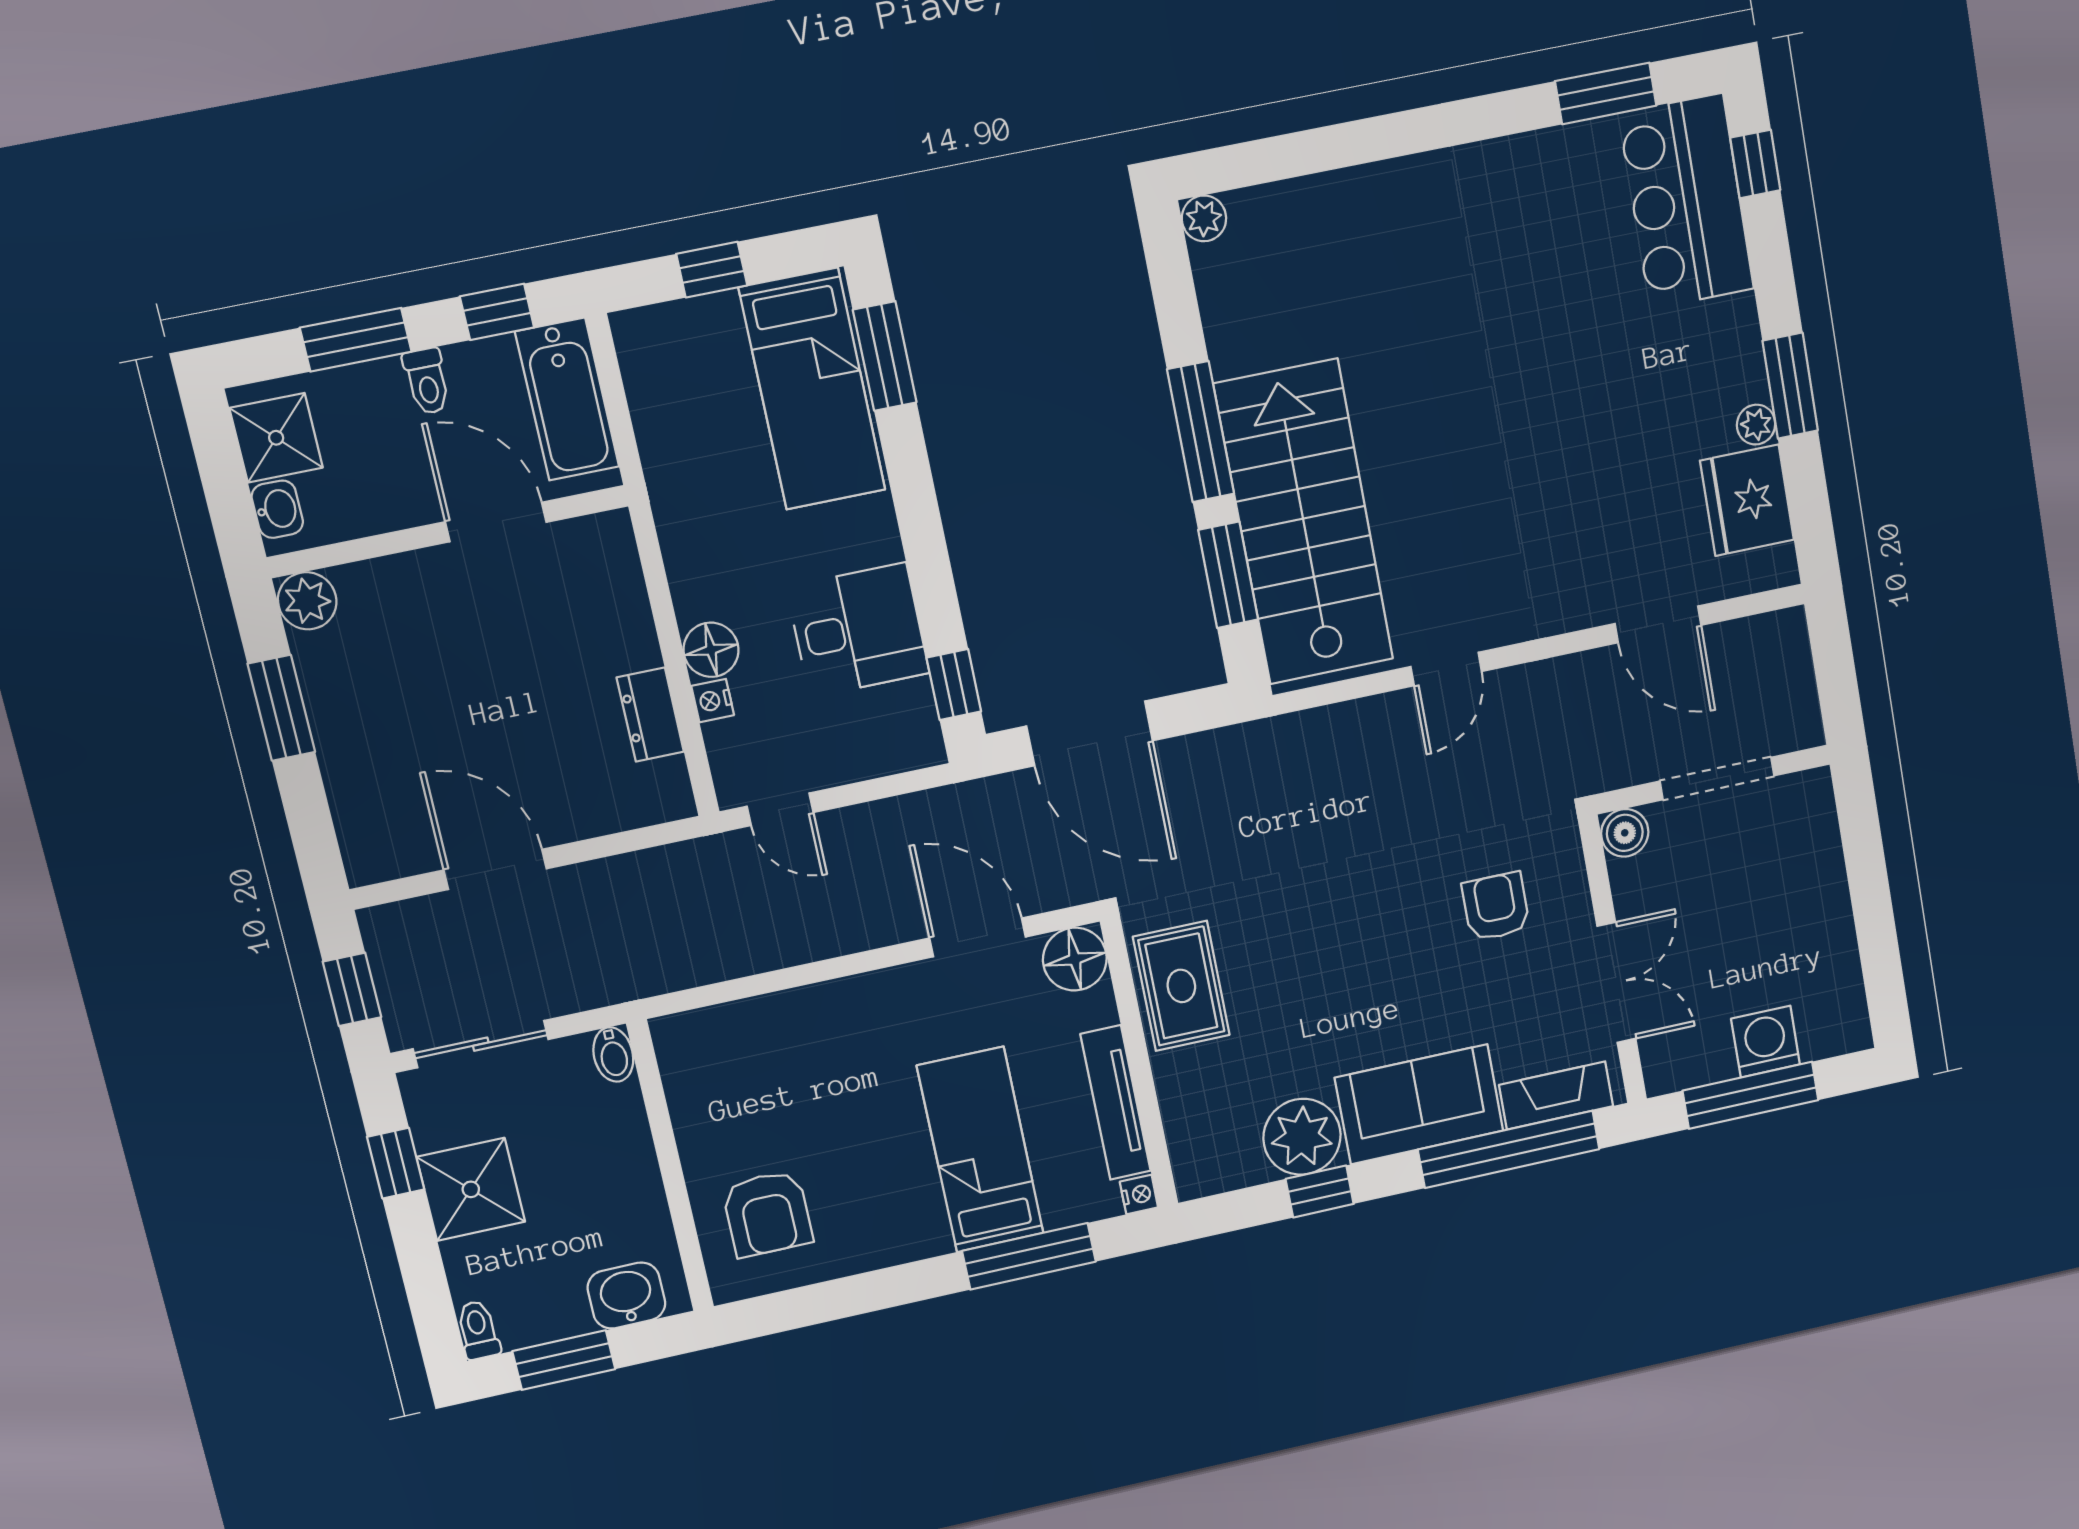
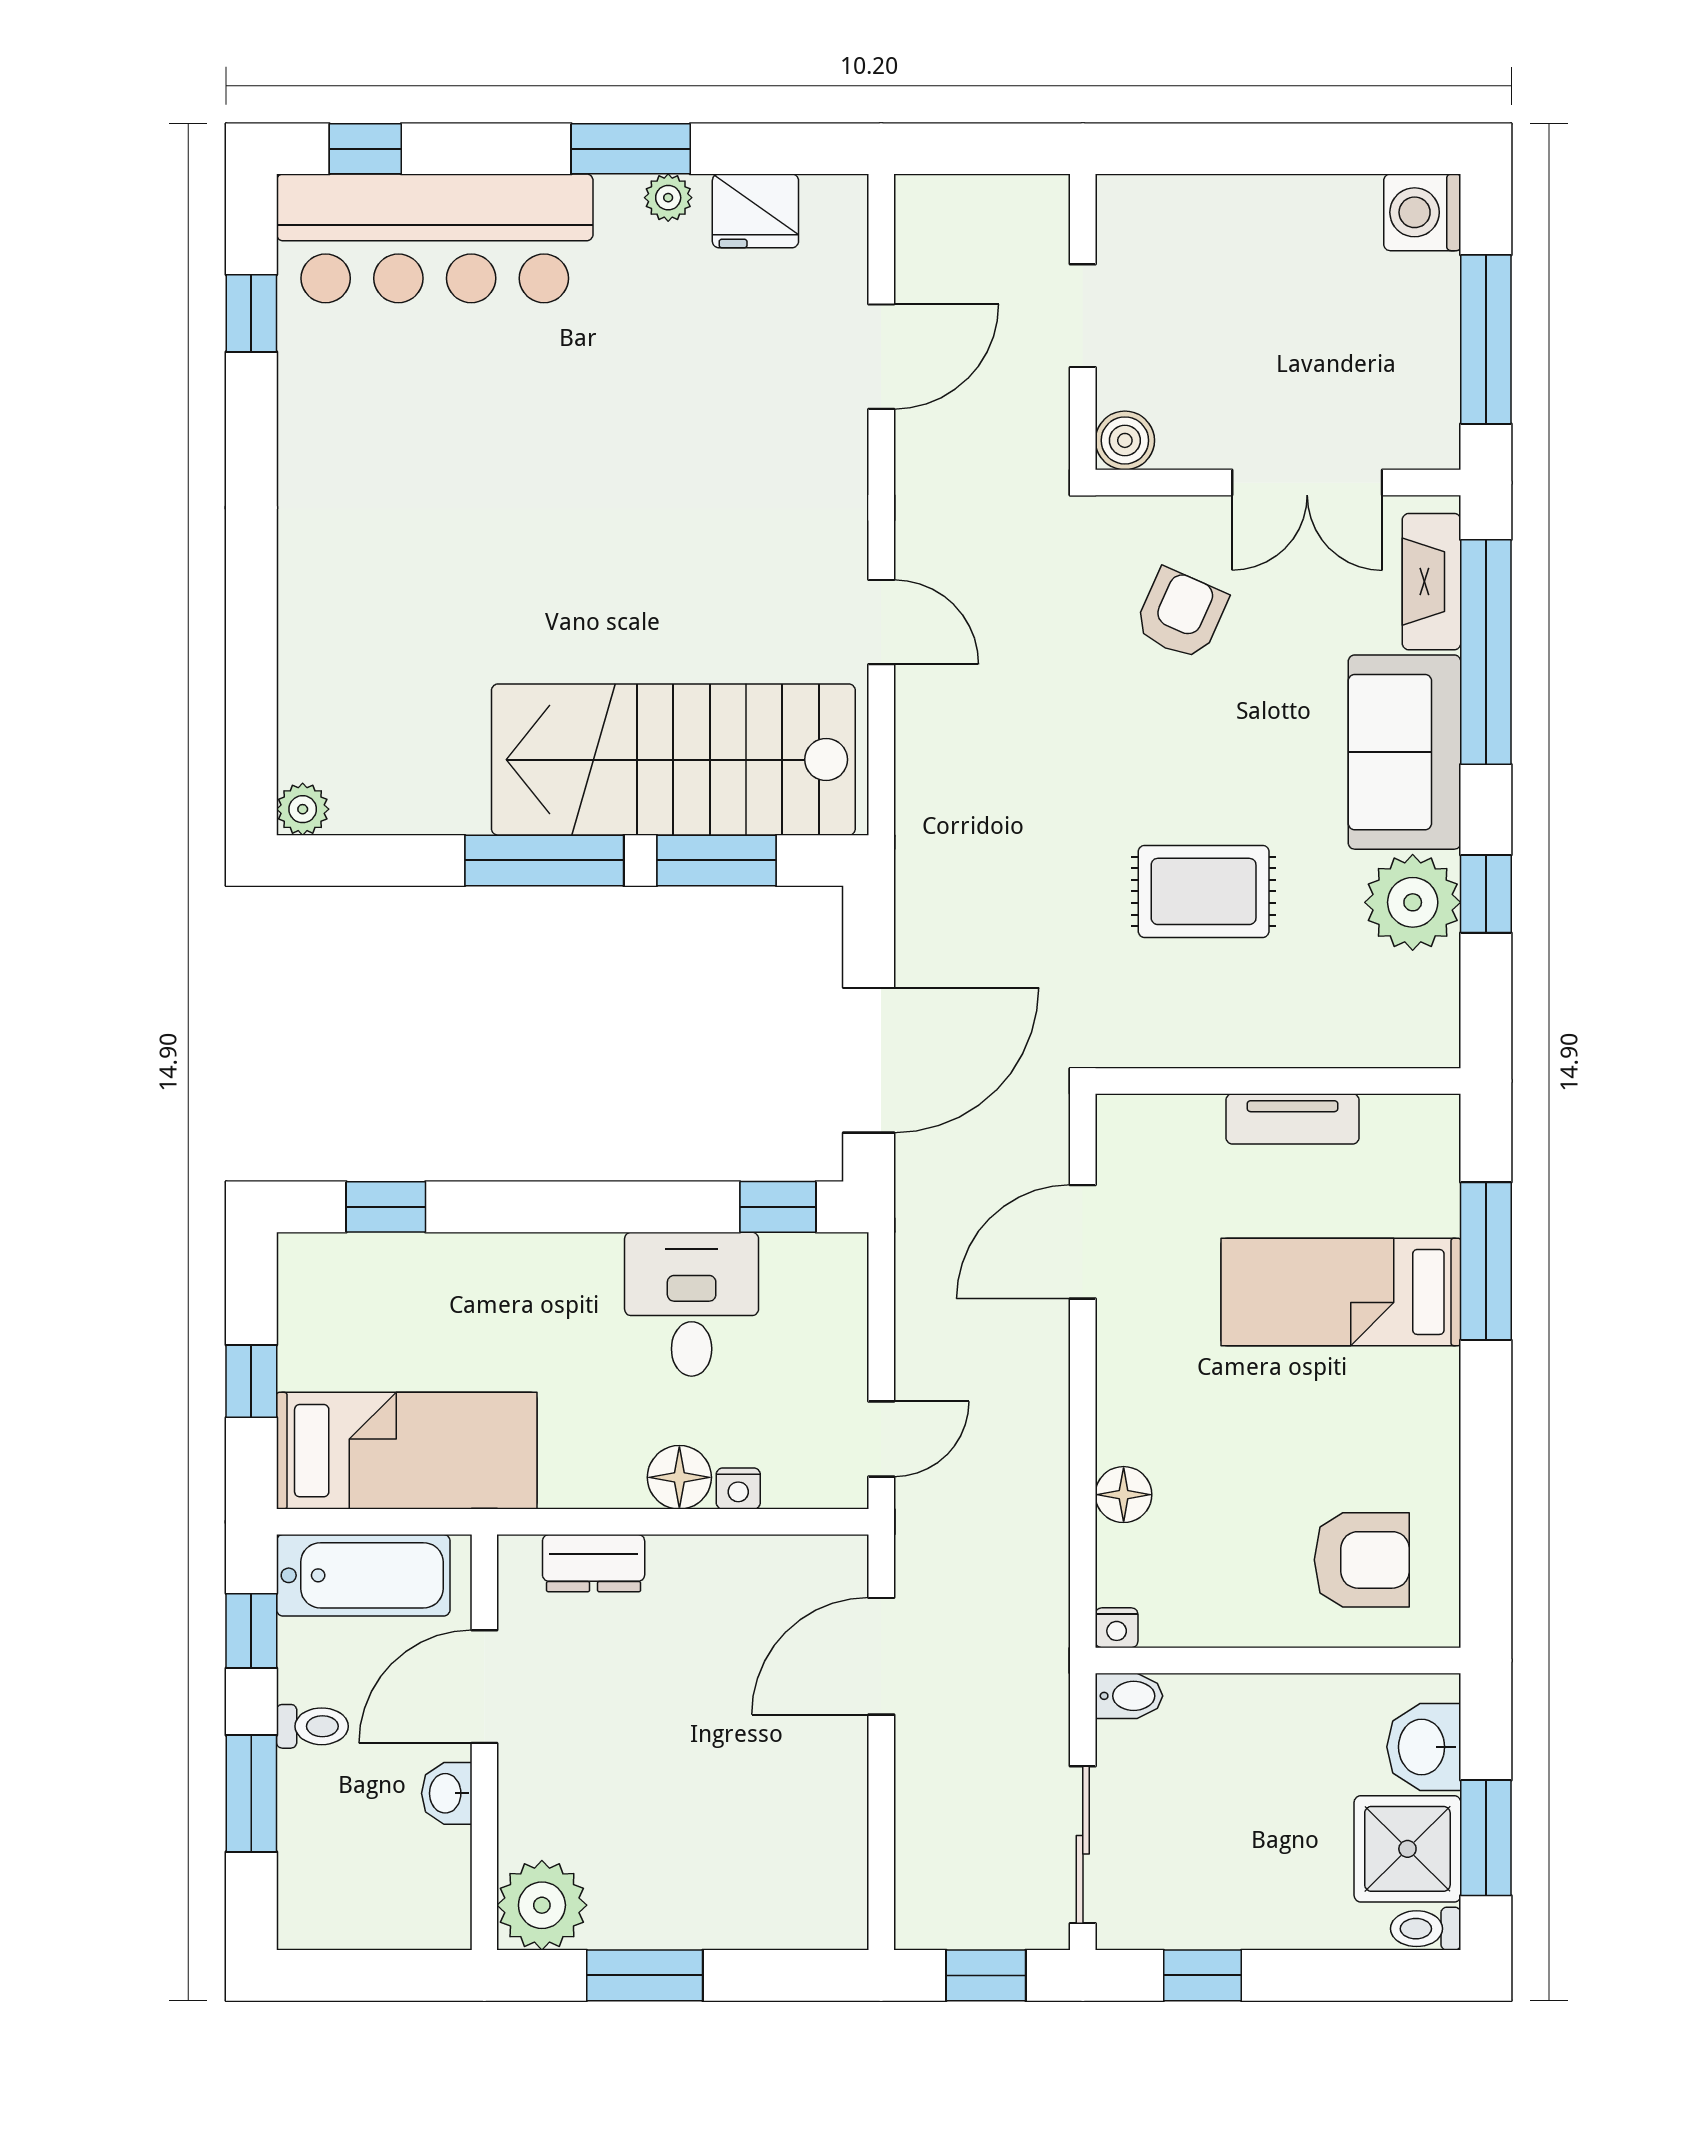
window: (1606, 93) -> (251, 313), width x0.67
bar counter: (1686, 202) -> (435, 238), width x1.36
window: (885, 356) -> (386, 1207), width x0.67
bed: (812, 389) -> (407, 1451), moved
shower: (276, 438) -> (342, 1907), removed
fridge: (1747, 500) -> (755, 211), width x0.73, depth x0.75
washbasin: (277, 509) -> (447, 1793), moved, turned -90
plant: (307, 601) -> (542, 1905), width x1.36, depth x1.36
dresser: (650, 715) -> (594, 1563), moved
doorway: (1717, 778) -> (1083, 316), width x0.73
door: (495, 869) -> (881, 1656), moved
armchair: (1496, 907) -> (1181, 614), turned 114
floor lamp: (1075, 959) -> (1124, 1495), moved, width x0.73, depth x0.73
double door: (1616, 983) -> (1307, 483), swing flipped
rug: (1181, 986) -> (1204, 891), moved
washing machine: (1765, 1042) -> (1422, 212), moved
tv unit: (1116, 1103) -> (1292, 1119), width x0.71
shower: (471, 1189) -> (1407, 1849), moved
nightstand: (1139, 1194) -> (1117, 1628), moved, turned 180

